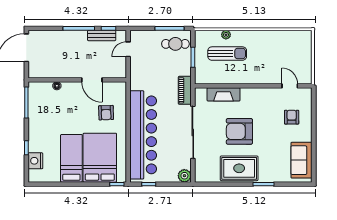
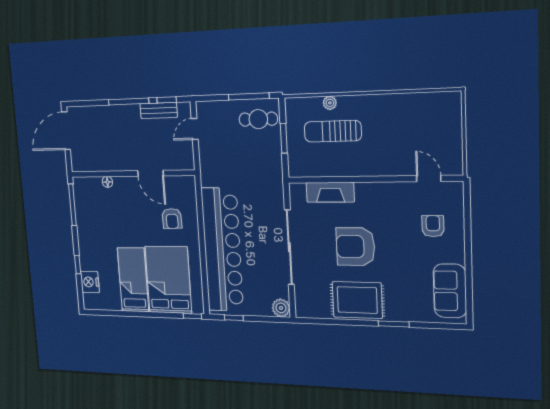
sun lounger: (227, 54) -> (333, 131), turned 180
piano: (185, 90) -> (275, 187), removed

